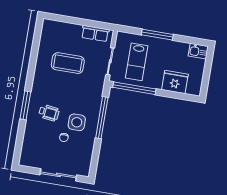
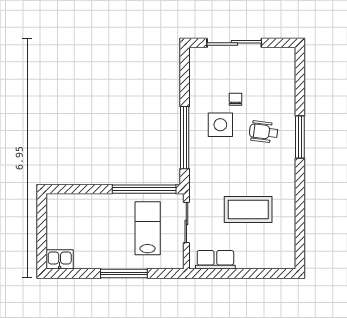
fridge: (175, 82) -> (86, 208), removed

